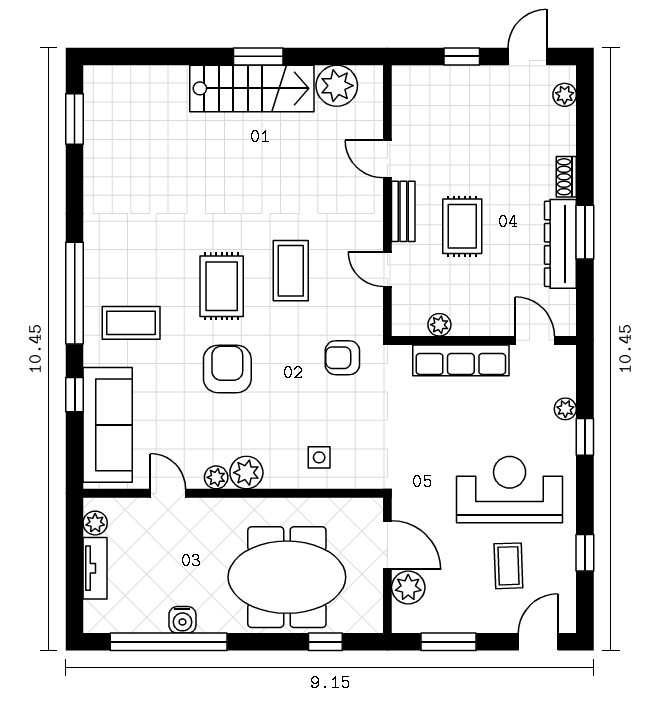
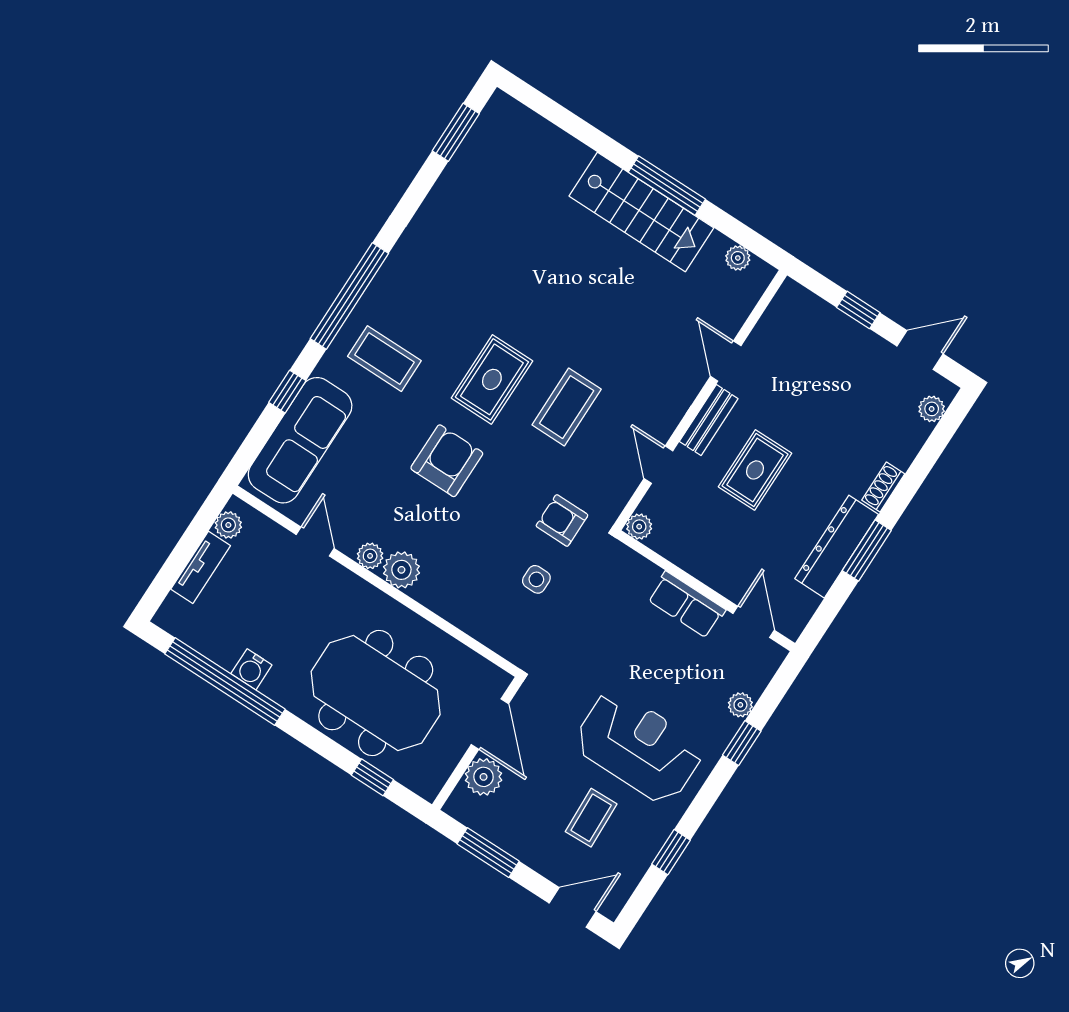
window: (258, 56) -> (667, 186), width x1.44
plant: (337, 86) -> (738, 258), width x0.53, depth x0.53
plant: (439, 325) -> (639, 527), moved
row of seats: (461, 360) -> (686, 605), width x0.68
side table: (319, 457) -> (536, 579), moved

